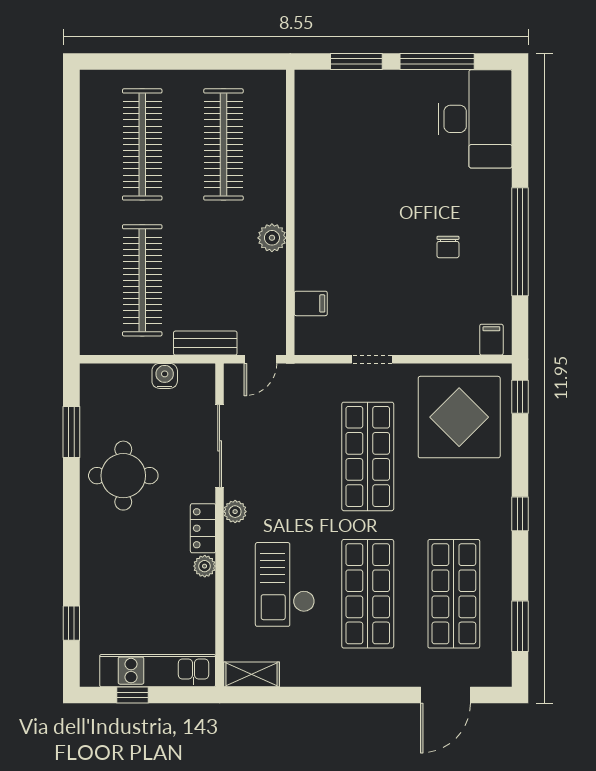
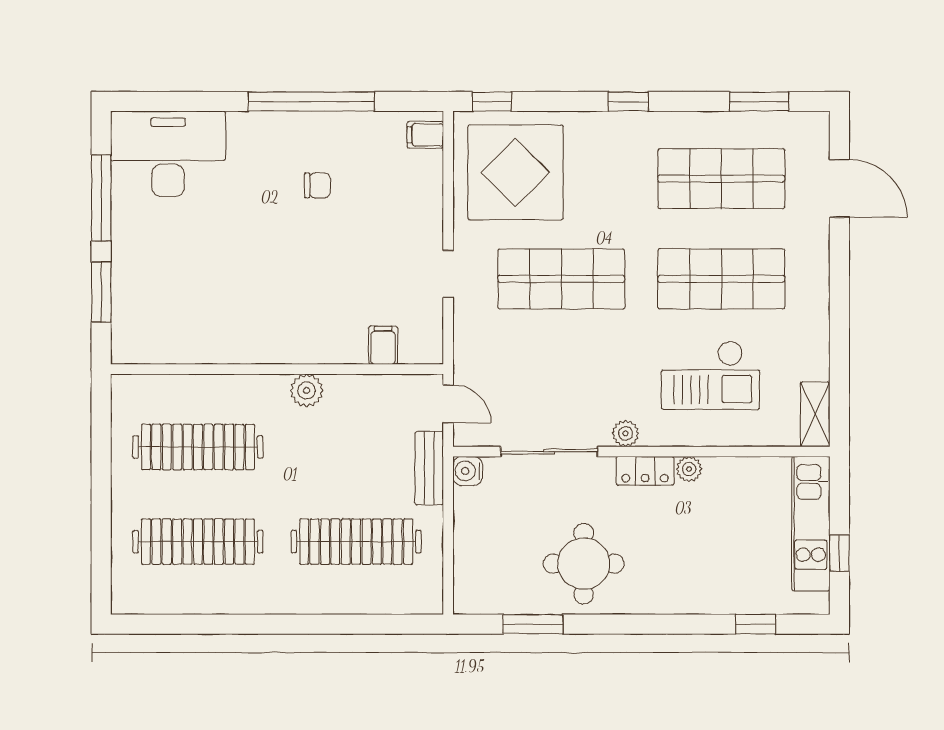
water cooler: (165, 376) -> (468, 471), moved

